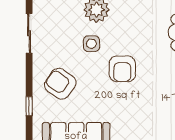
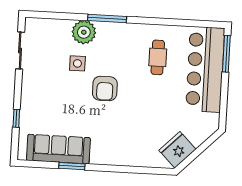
armchair: (60, 84) -> (46, 99), removed

